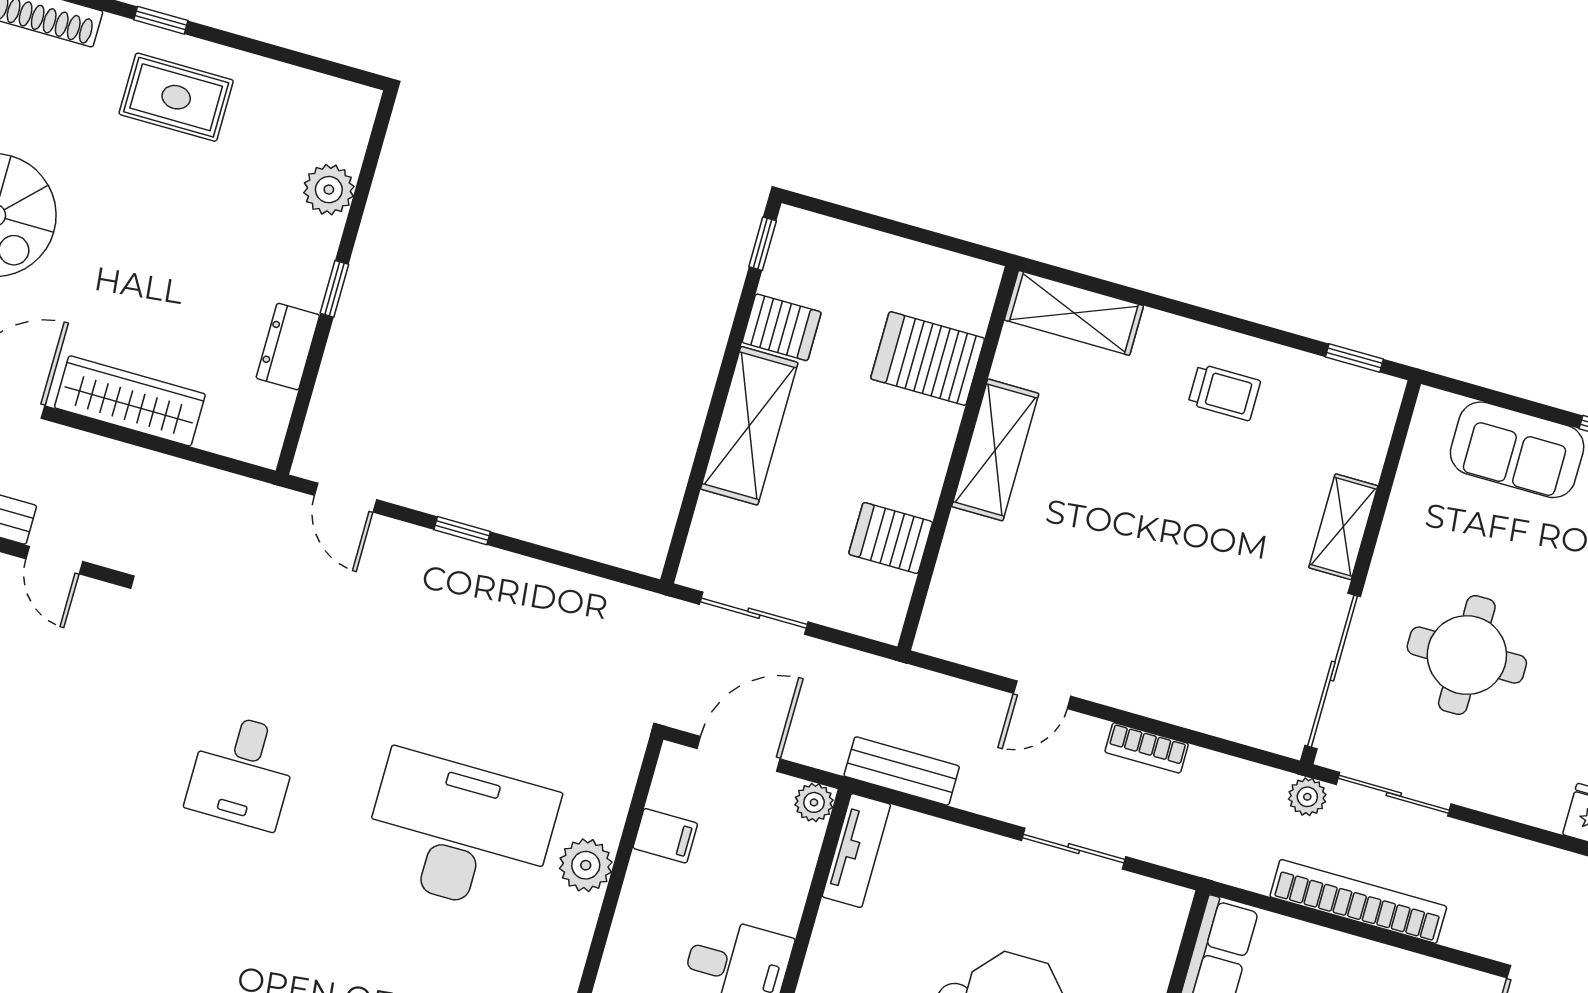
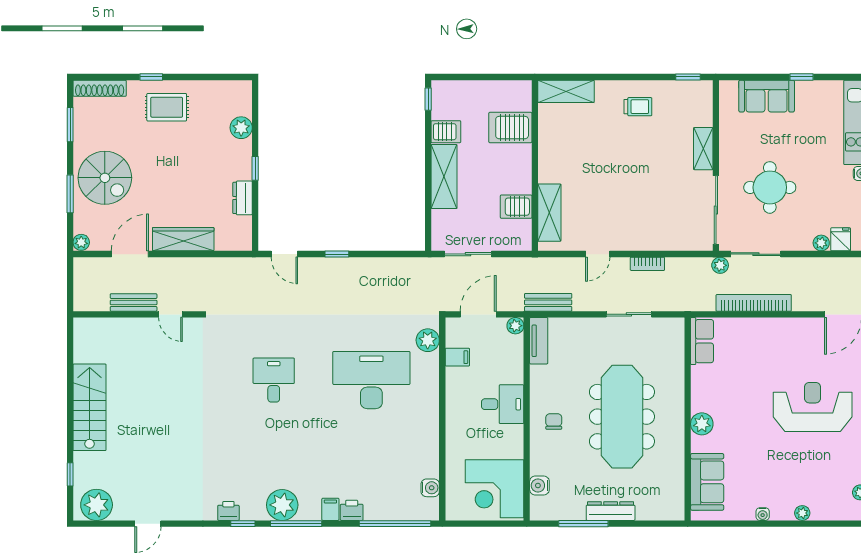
shelving: (995, 450) -> (549, 213), moved
desk: (242, 771) -> (274, 380), turned 180
plant: (1546, 811) -> (821, 243), added
plant: (586, 865) -> (428, 340), moved

